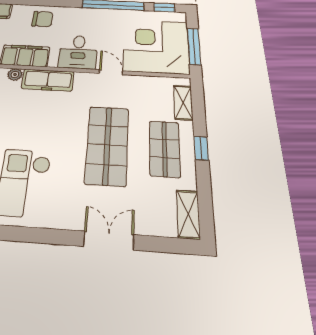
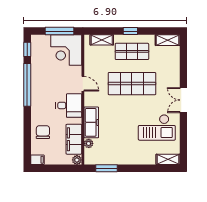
corner desk: (156, 46) -> (66, 50), width x0.74, depth x0.74
door: (111, 72) -> (83, 84), swing flipped
double door: (109, 241) -> (183, 100), moved

